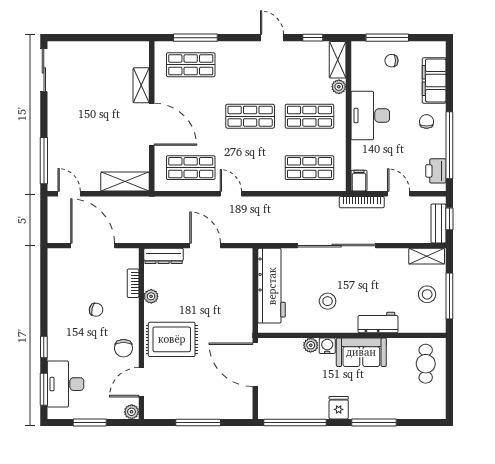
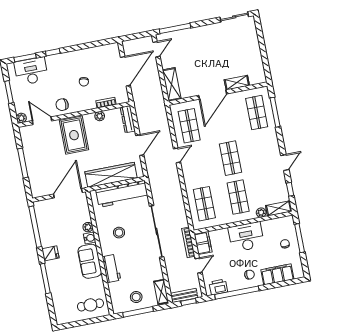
filing cabinet: (359, 181) -> (203, 243), width x2.00
wardrobe: (241, 296) -> (111, 175), added

